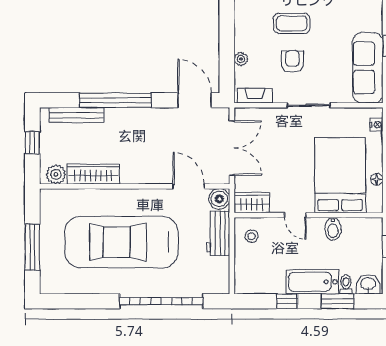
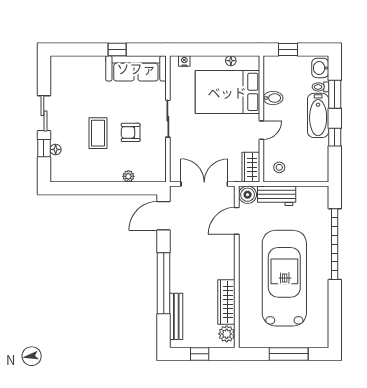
fireplace: (255, 96) -> (160, 165), removed
car: (121, 242) -> (284, 278), turned 180

